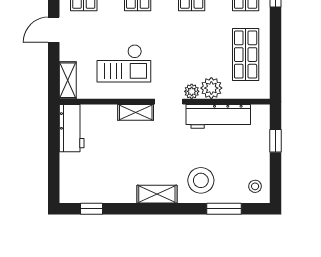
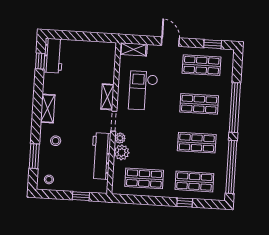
workbench: (72, 128) -> (53, 56), moved, turned -90
stool: (201, 180) -> (56, 141), width x0.53, depth x0.53

